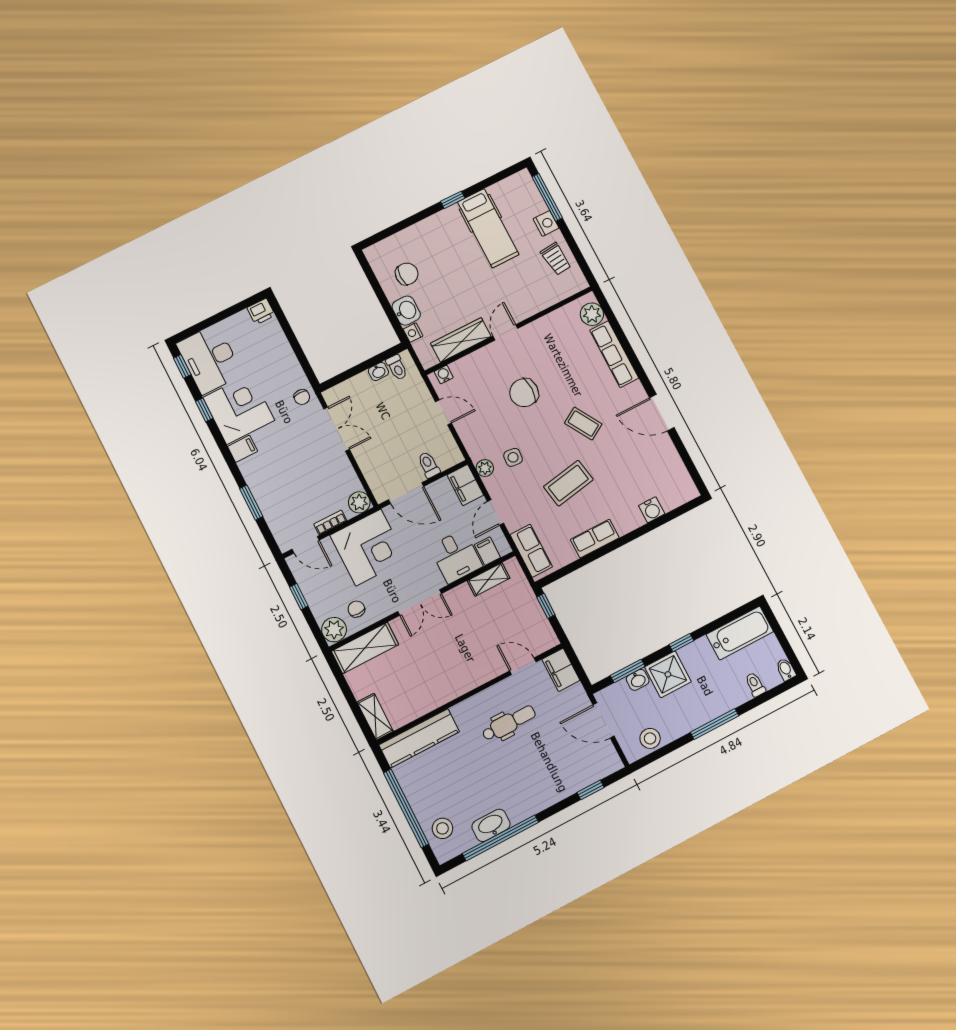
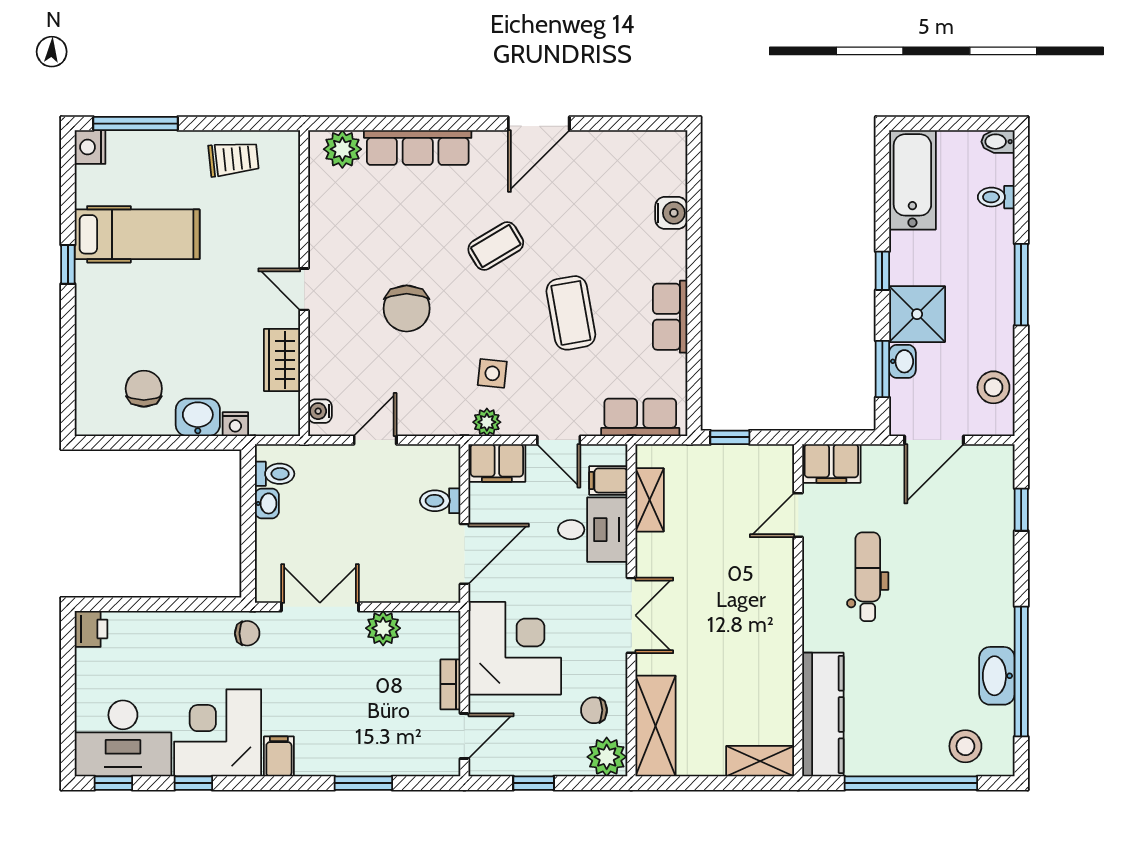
nightstand: (546, 223) -> (90, 147), moved, turned -90
wardrobe: (461, 340) -> (282, 360), width x0.67
plant: (359, 502) -> (383, 628), moved

